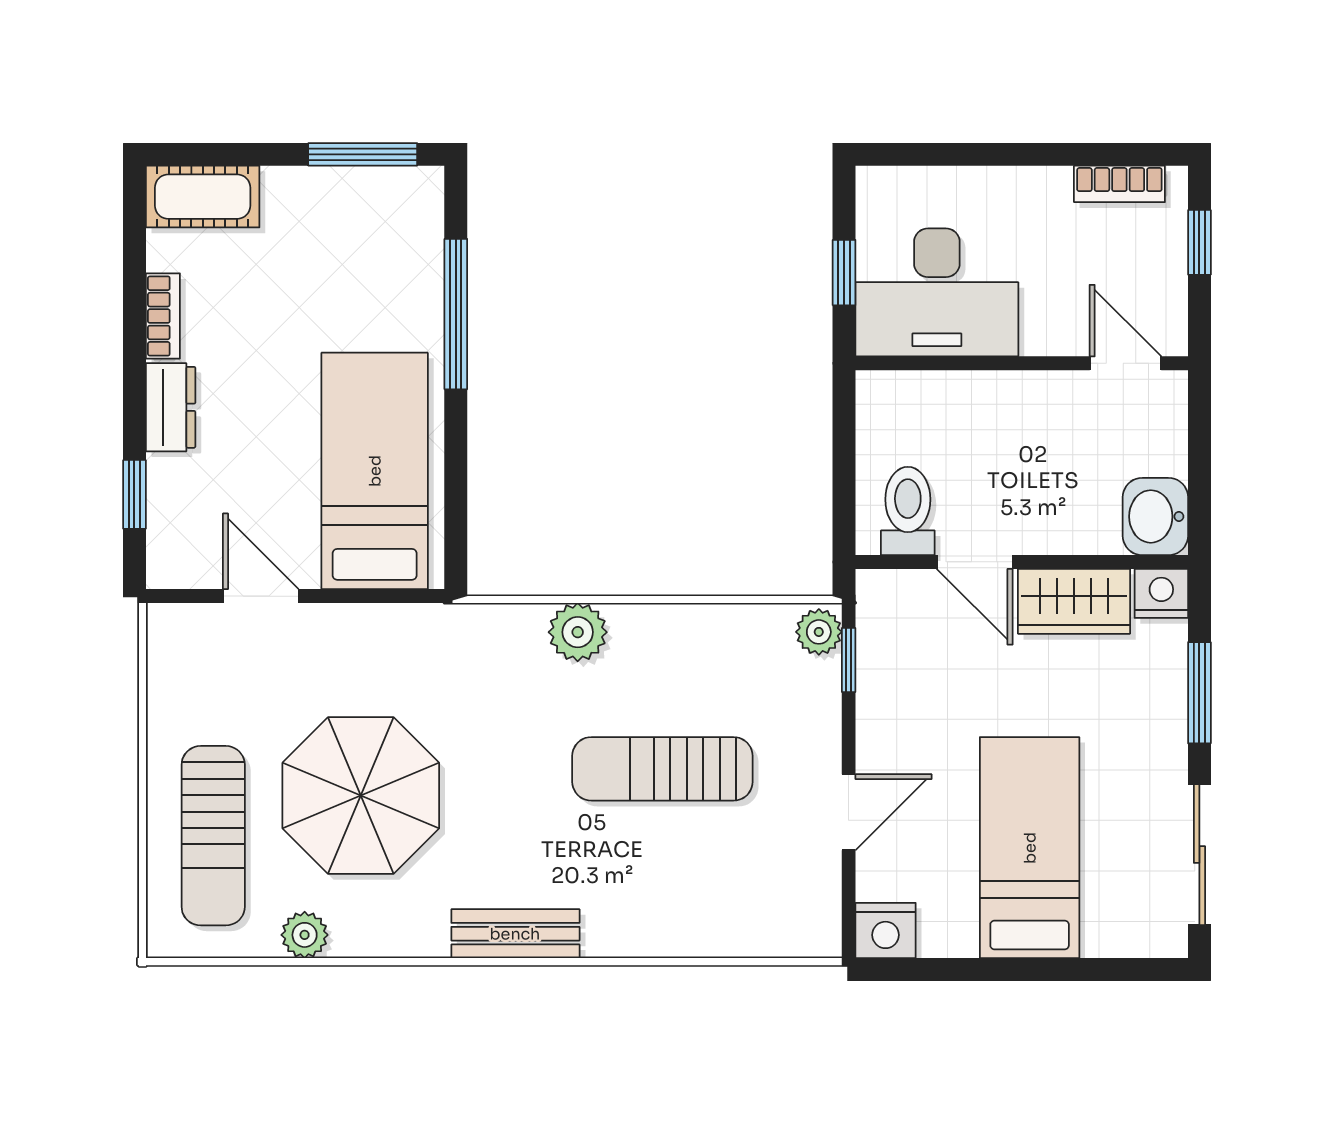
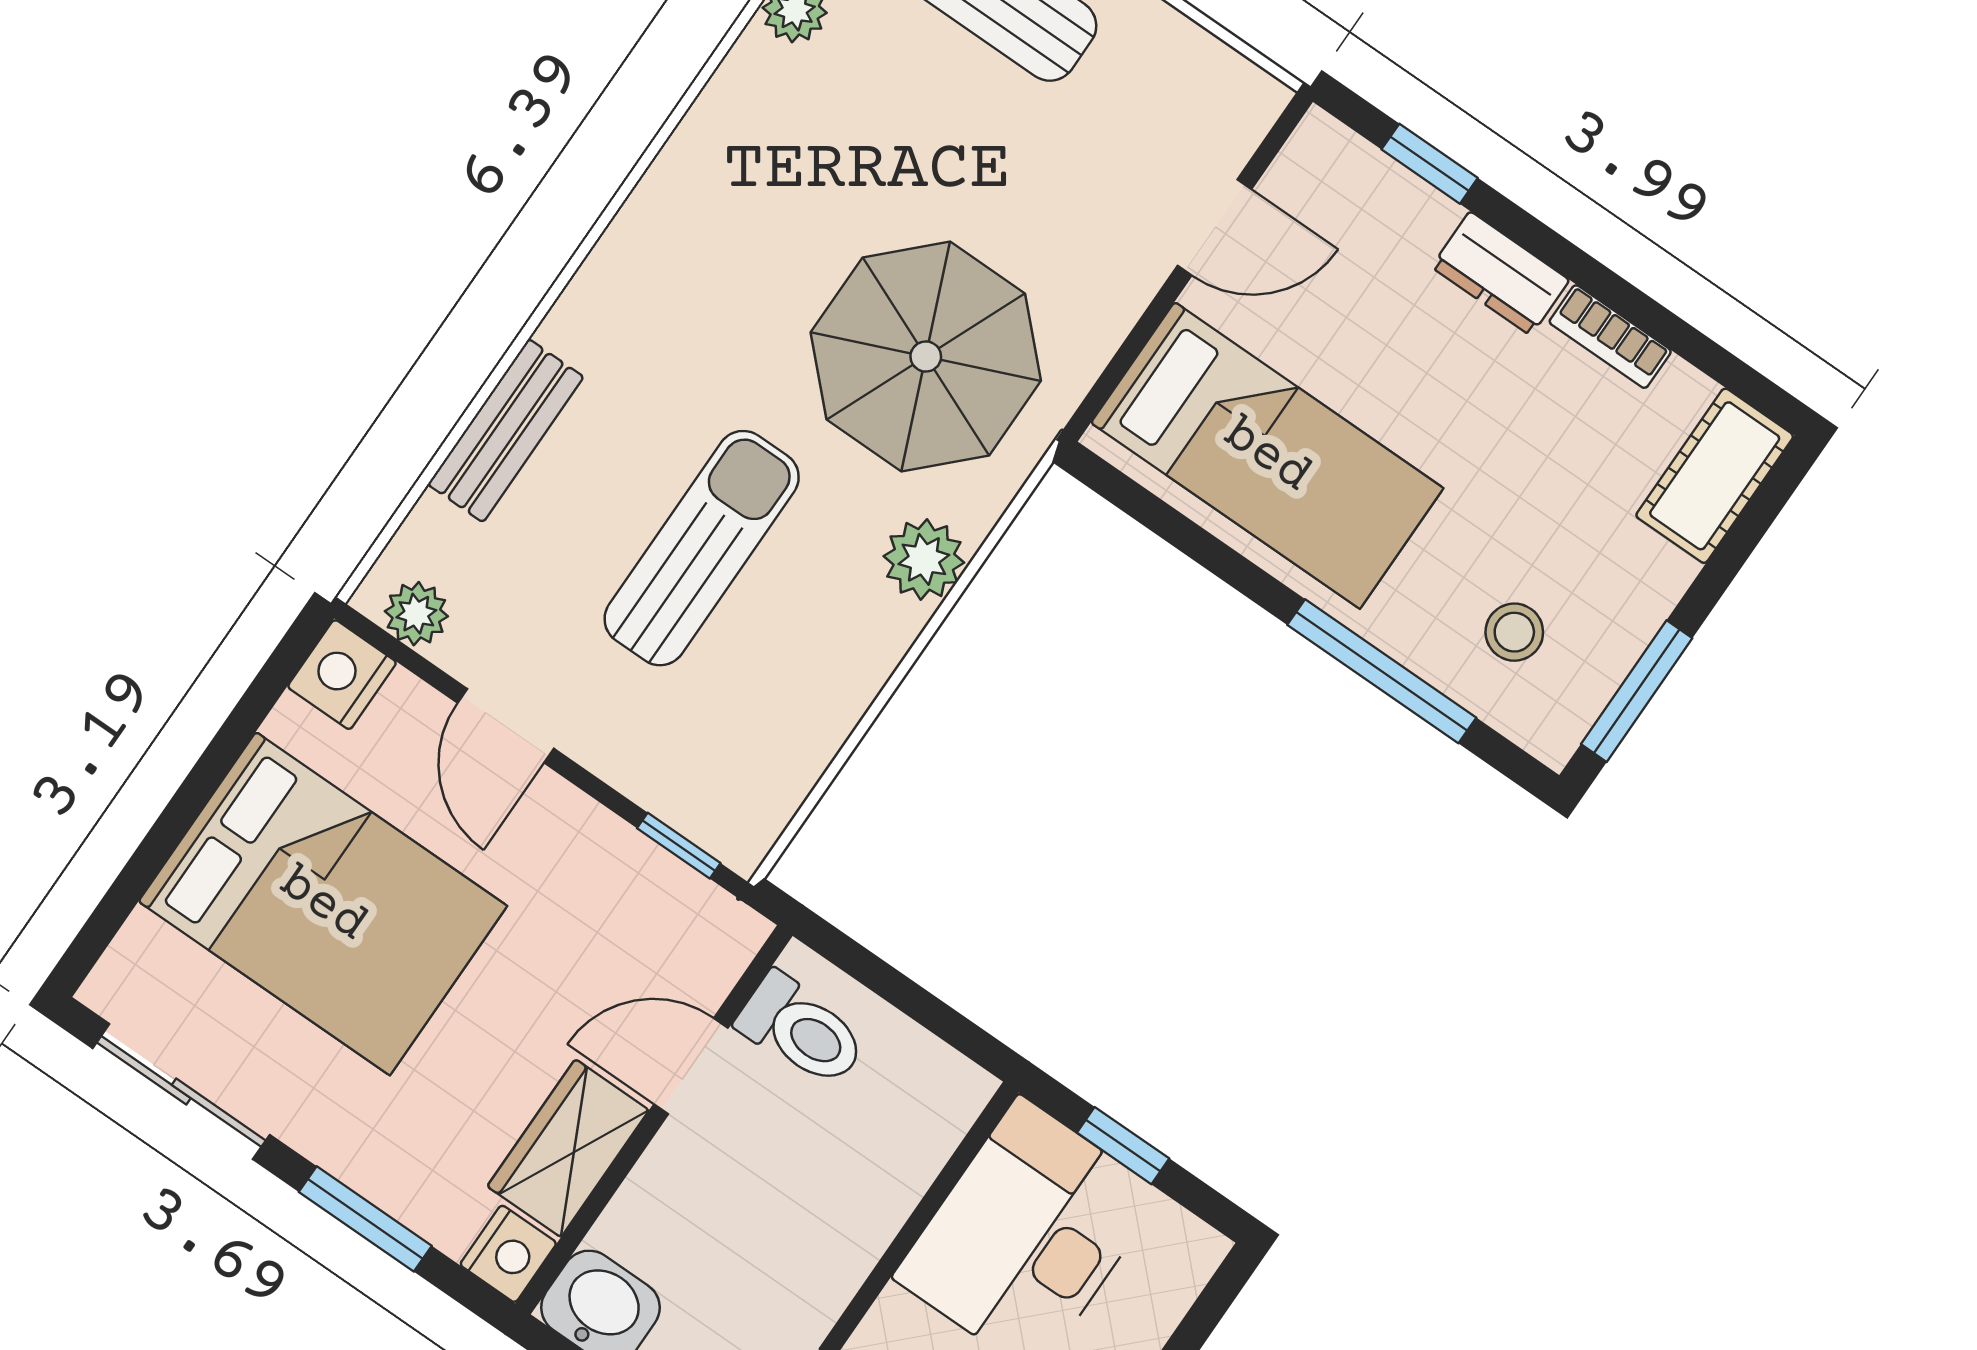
stool: (378, 251) -> (1514, 632), added
plant: (819, 632) -> (416, 614), moved
parasol: (361, 796) -> (926, 357), moved
bed: (1030, 848) -> (323, 904), width x1.50
bench: (515, 934) -> (506, 431), moved

